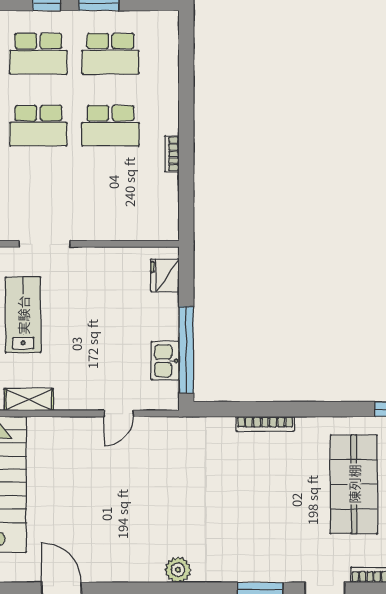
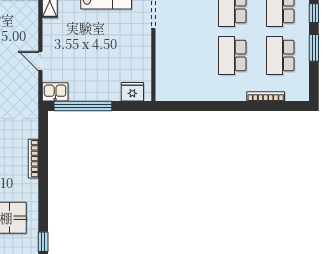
bookcase: (172, 154) -> (266, 96), moved, width x1.56
kitchen sink: (165, 361) -> (55, 92), moved

